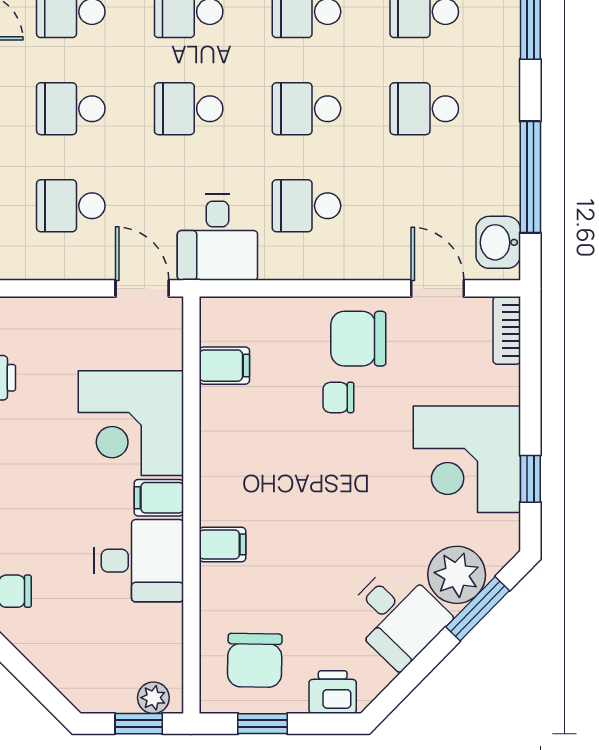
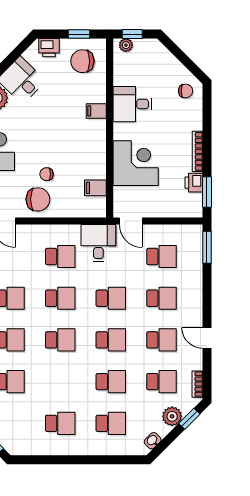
chair: (338, 397) -> (46, 174), turned 180
filing cabinet: (159, 498) -> (124, 131), removed
chair: (255, 660) -> (82, 61), turned -91

